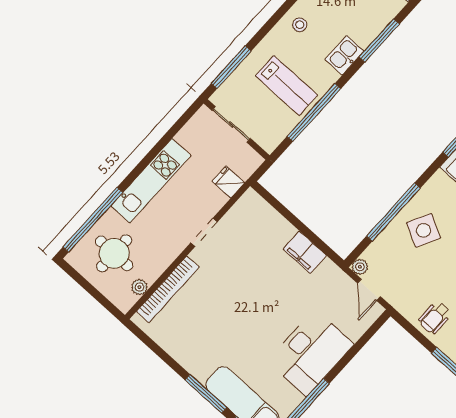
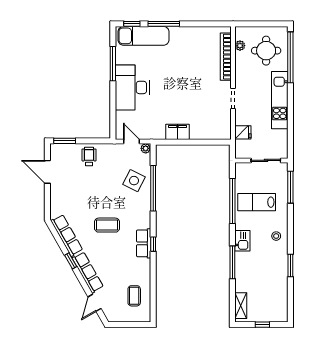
side table: (424, 230) -> (134, 181), moved

